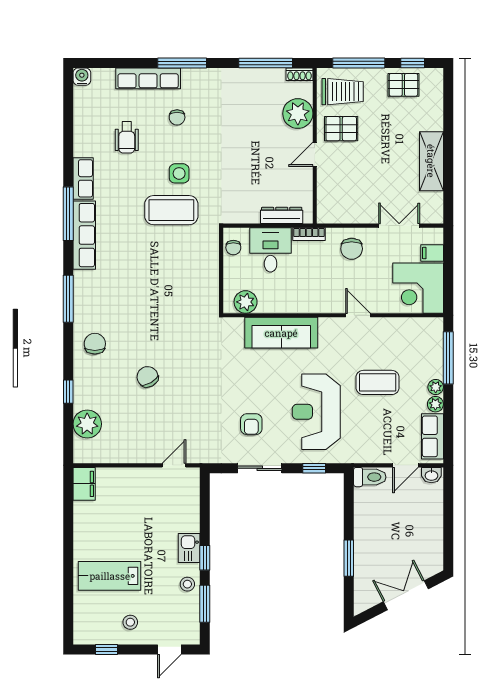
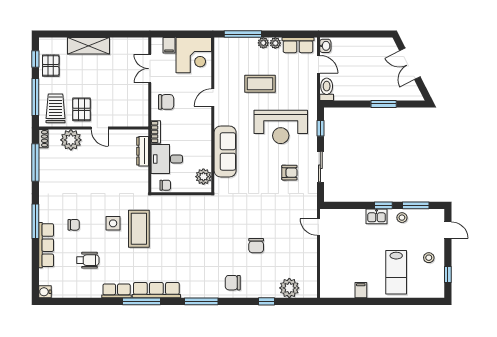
shelving: (431, 161) -> (89, 46), moved
chair: (148, 377) -> (256, 246), turned -60
coffee table: (378, 382) -> (260, 84), turned 90
filing cabinet: (84, 484) -> (361, 290), moved, width x0.50

